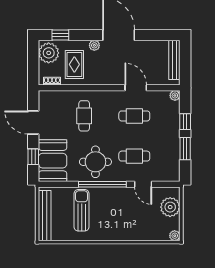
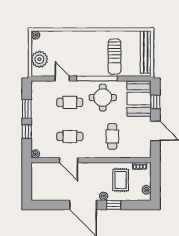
window: (60, 35) -> (114, 205), moved
plant: (49, 53) -> (146, 190), width x0.53, depth x0.53
bench: (174, 60) -> (36, 184), removed

